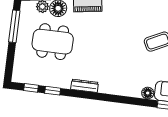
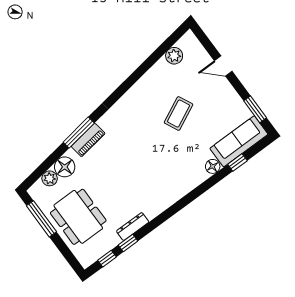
dining table: (53, 42) -> (78, 217), moved, turned 90
dresser: (85, 86) -> (133, 227), moved

